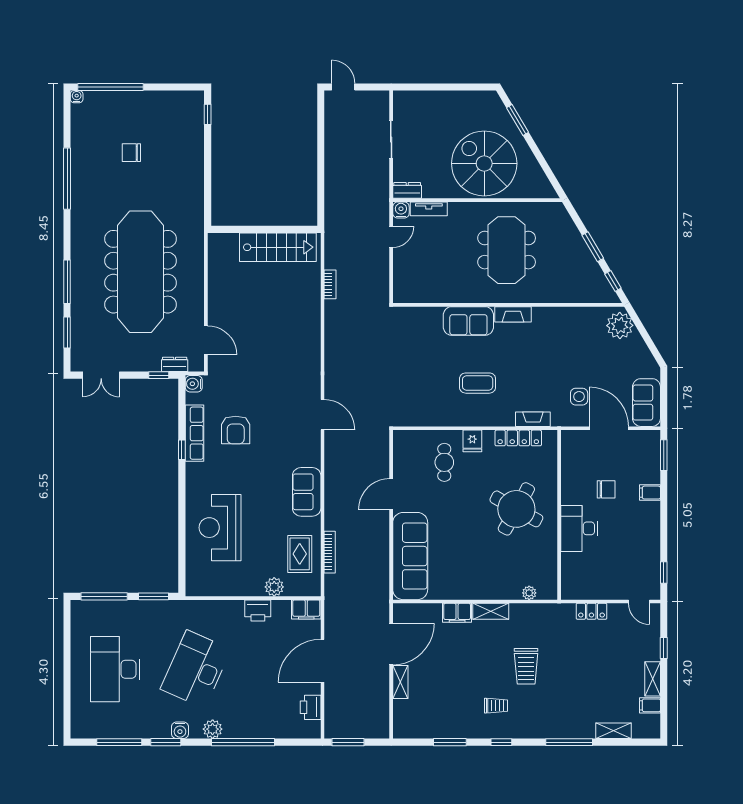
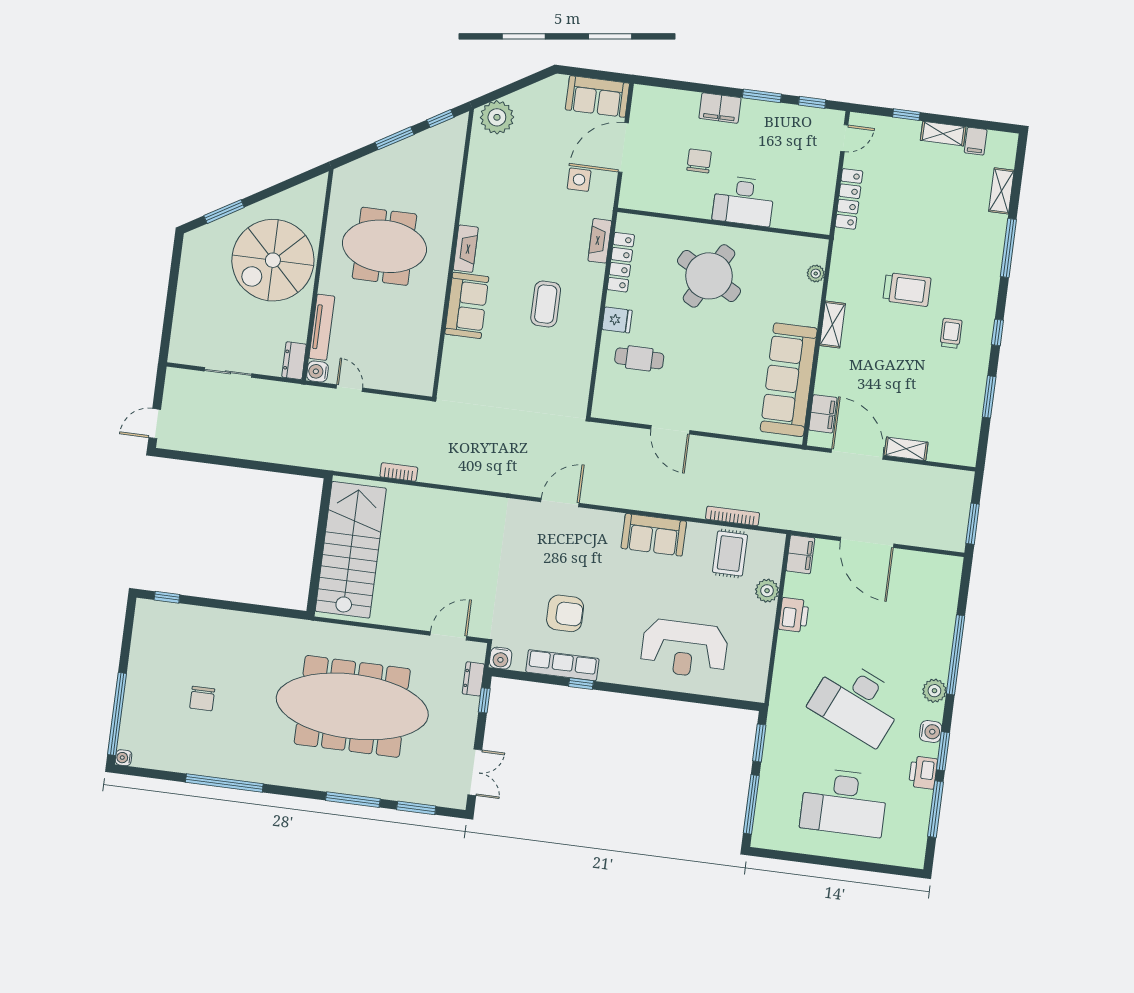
tv unit: (429, 209) -> (322, 327), width x1.41
stairs: (278, 247) -> (351, 550), width x1.36, depth x1.51
window: (664, 455) -> (762, 96), moved
filing cabinet: (650, 493) -> (720, 108), width x2.00
rug: (300, 554) -> (730, 554), turned 90
sofa: (410, 556) -> (789, 380), moved, turned -90
locker: (591, 611) -> (849, 199), width x1.53
filing cabinet: (457, 613) -> (823, 414), moved
printer: (311, 707) -> (923, 773), moved, turned 90

